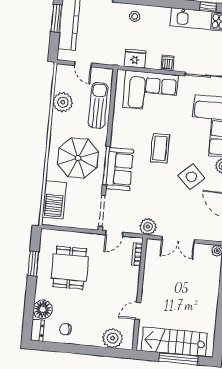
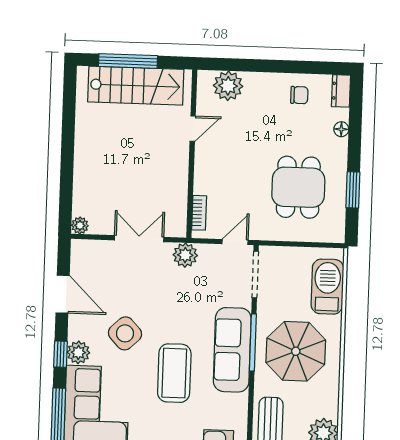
coffee table: (160, 148) -> (174, 373), width x1.36, depth x1.32
sofa: (120, 169) -> (232, 350), width x1.36
floor lamp: (43, 309) -> (341, 129), width x0.53, depth x0.53

